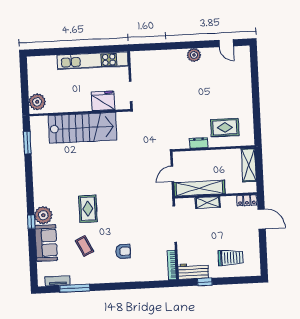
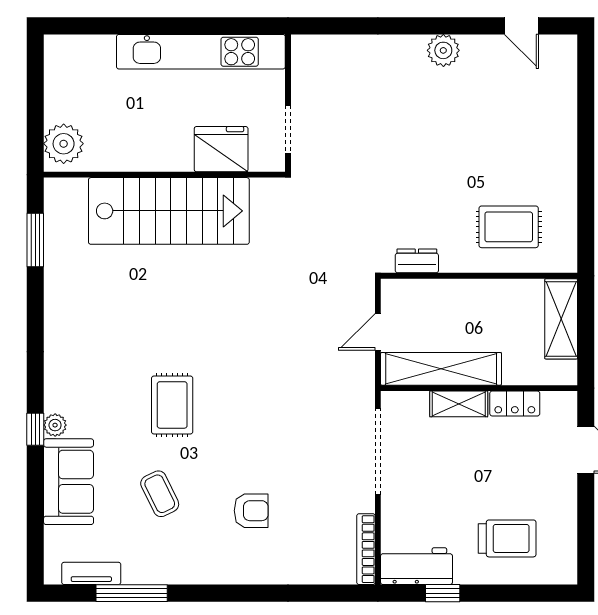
dresser: (199, 143) -> (417, 261), moved
locker: (247, 200) -> (515, 403), moved
plant: (43, 215) -> (55, 425), width x0.53, depth x0.53

